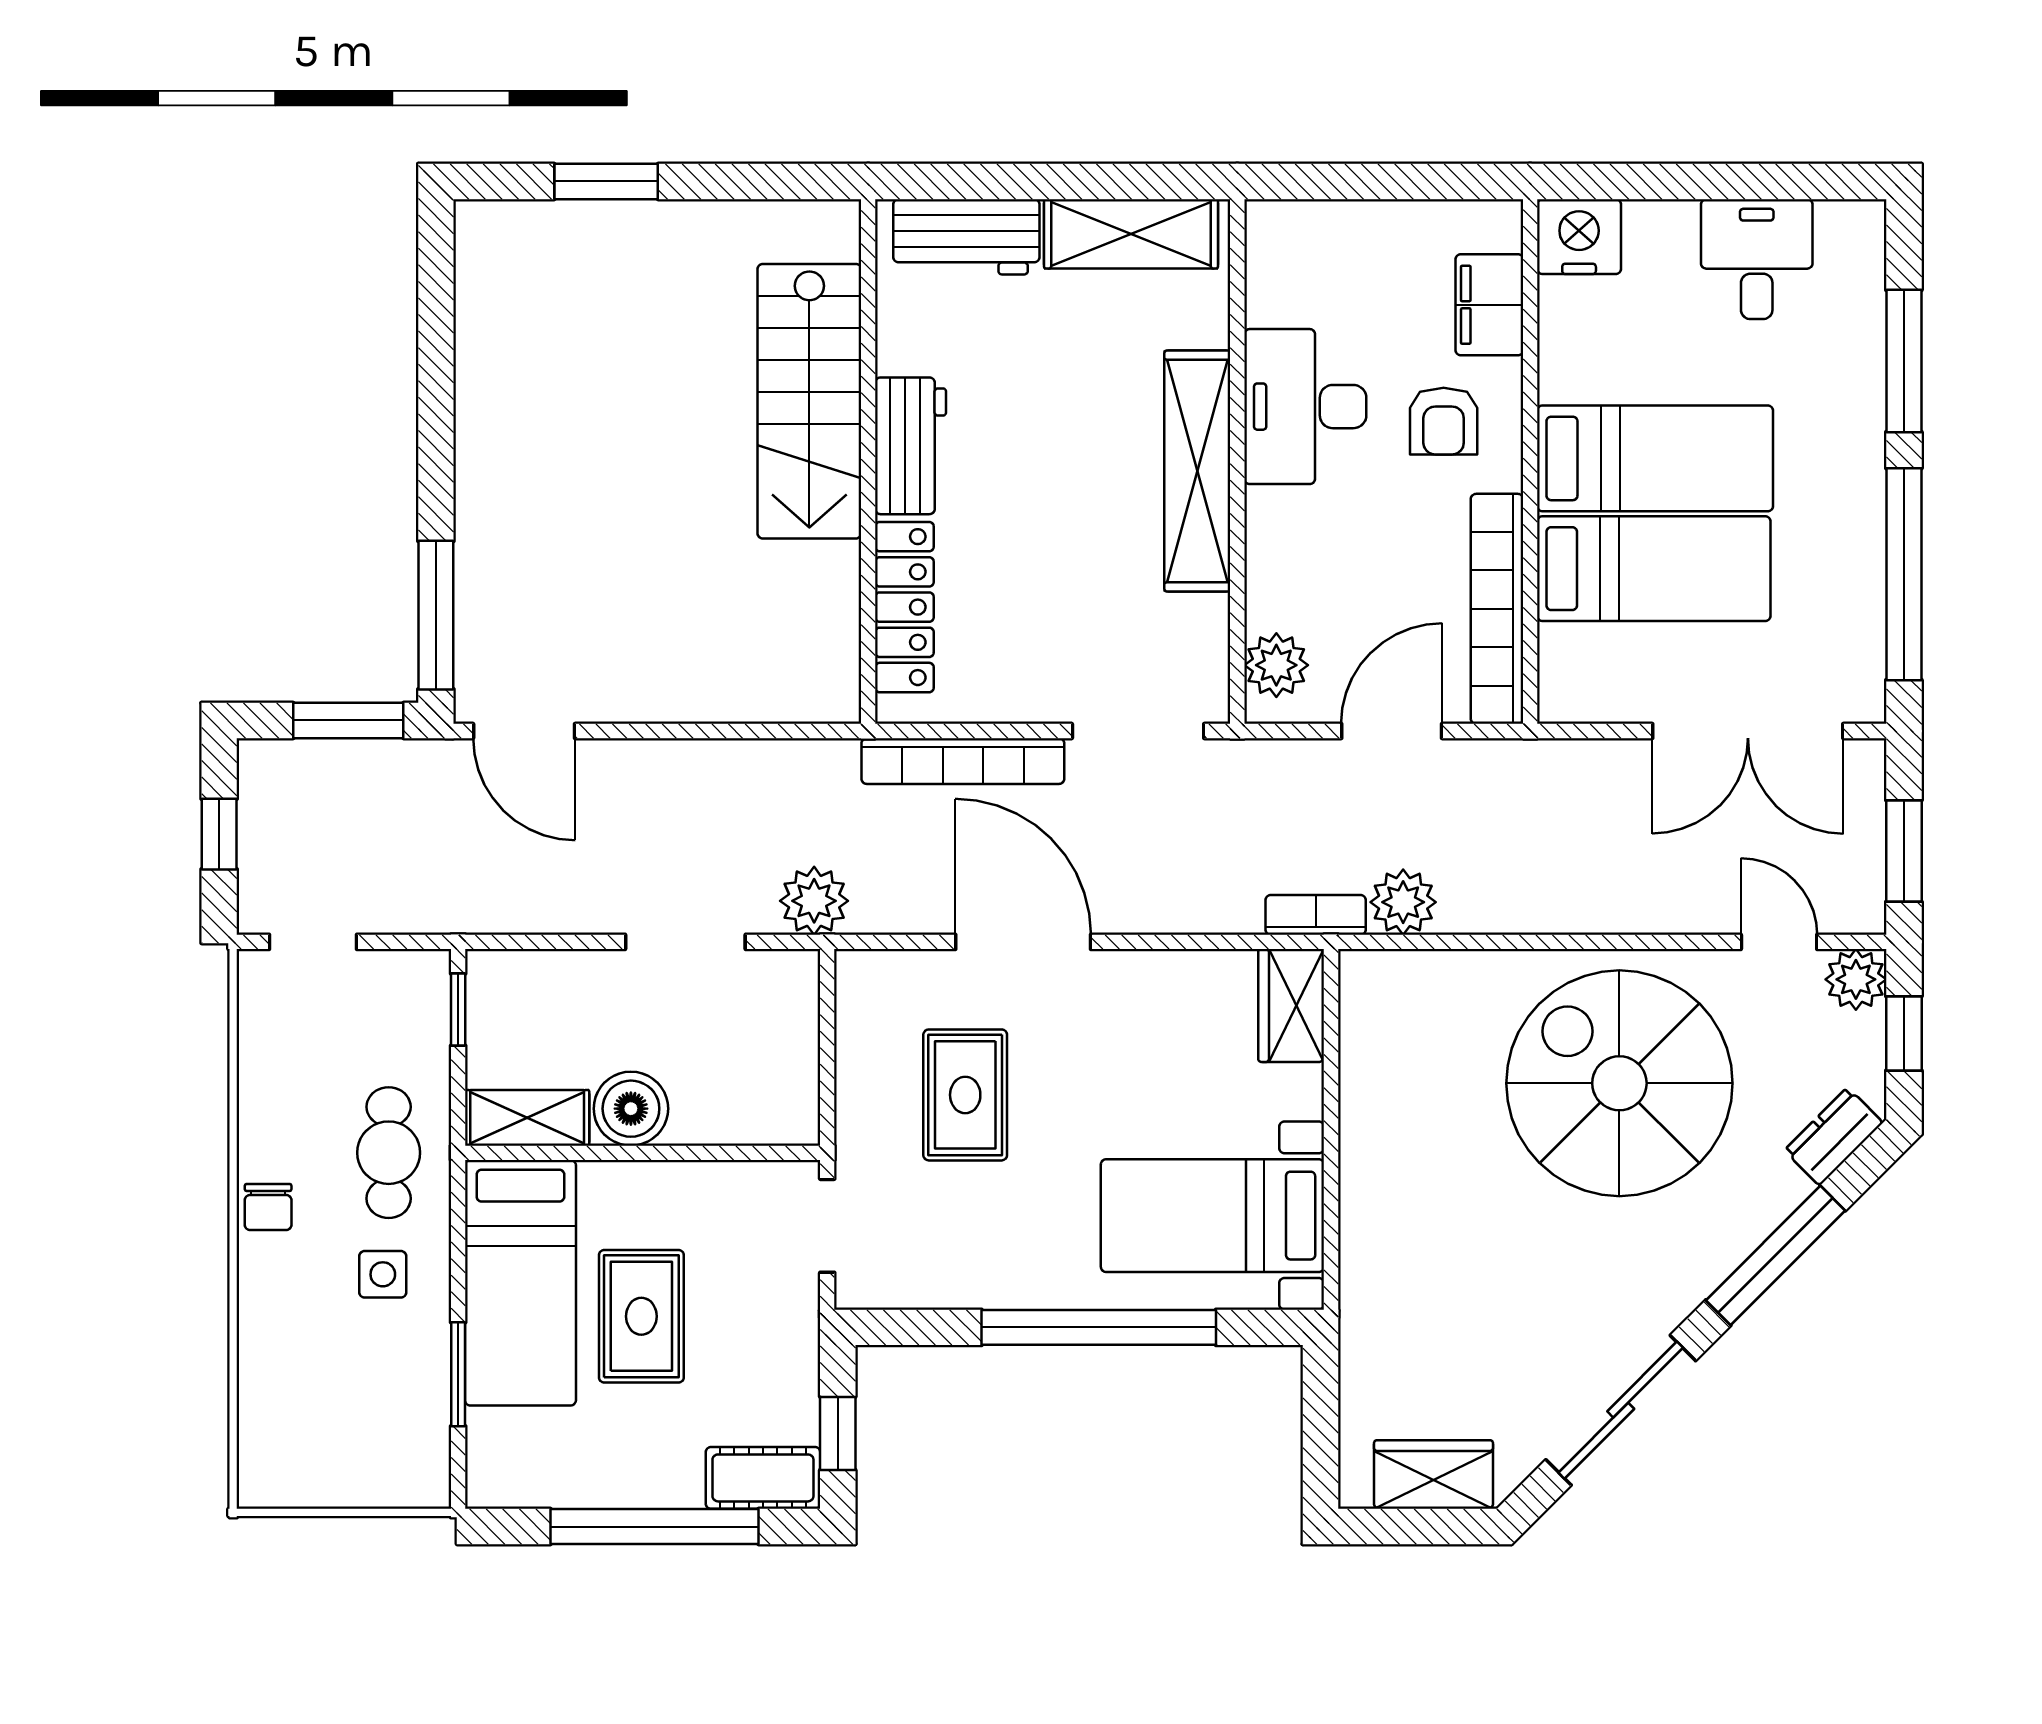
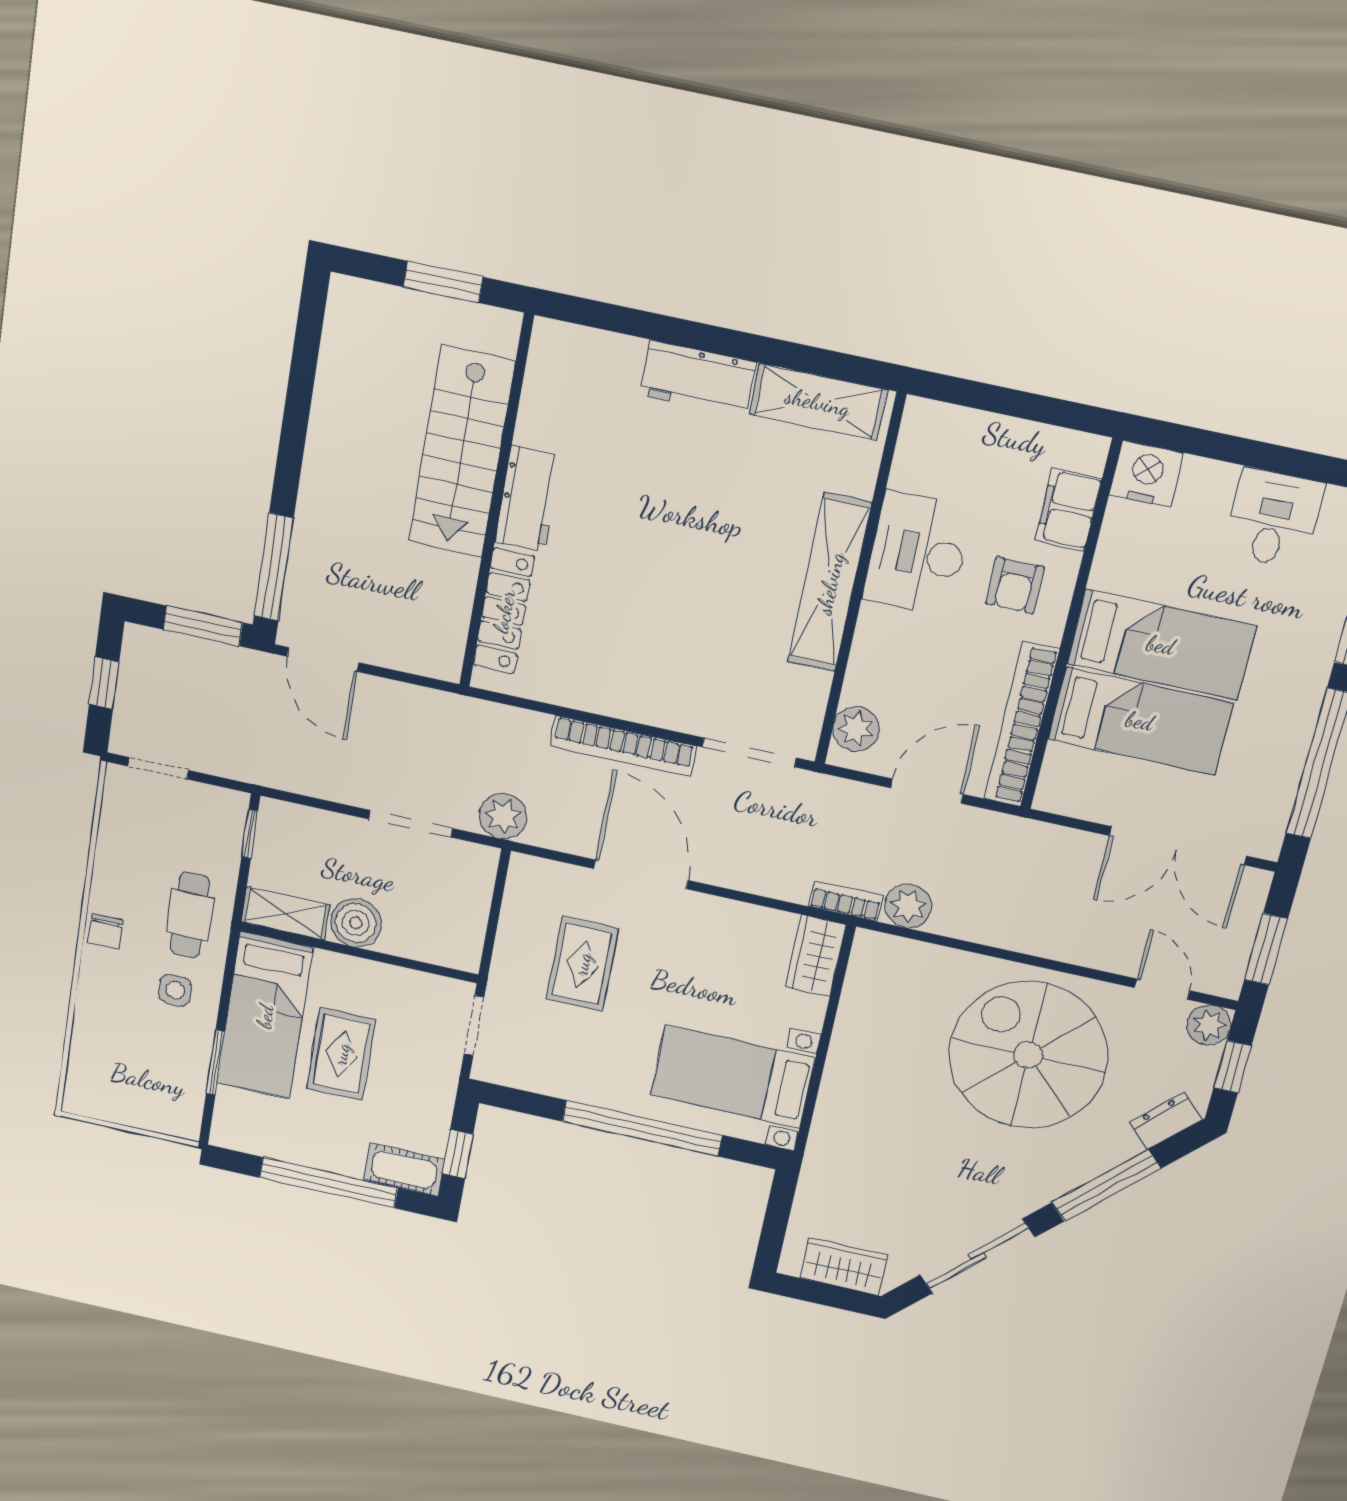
stairs: (809, 401) -> (462, 452), moved
workbench: (911, 446) -> (528, 499), moved
wall: (868, 462) -> (496, 504), moved
locker: (904, 607) -> (504, 611), moved

